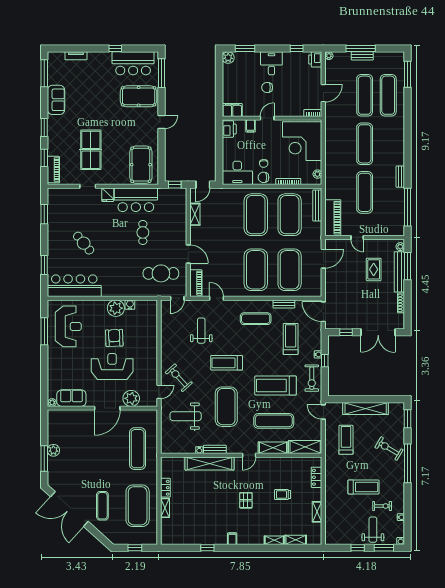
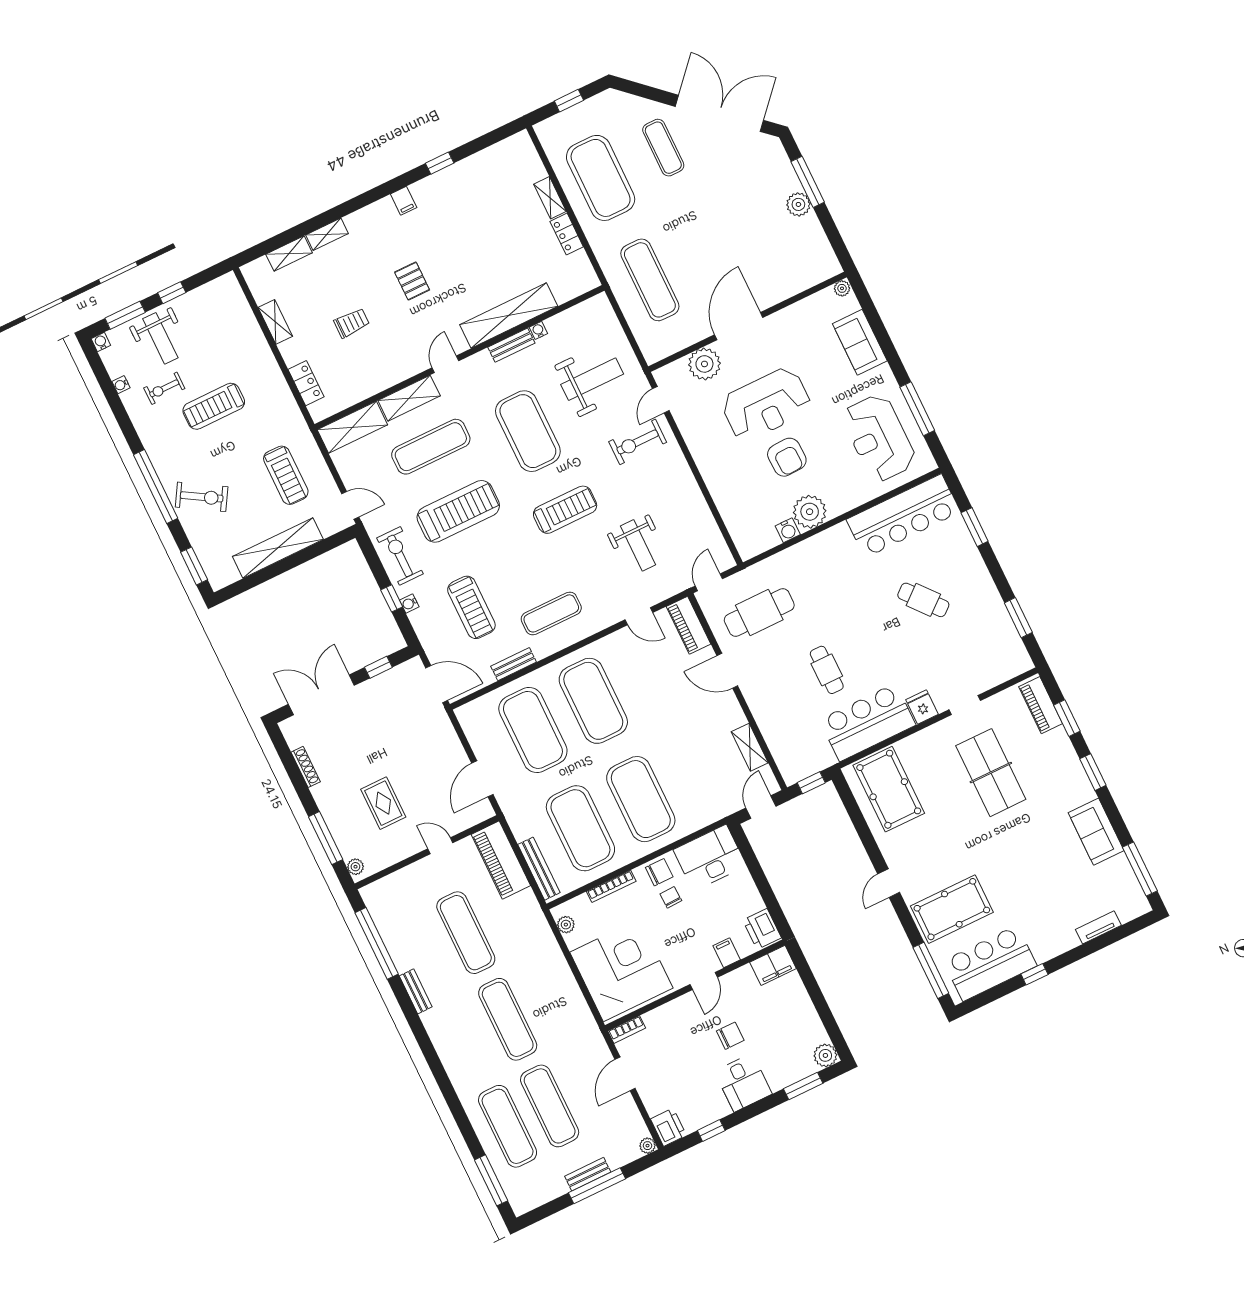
bench: (399, 272) -> (335, 821), removed
exercise bike: (179, 378) -> (638, 442), turned 132
sofa: (71, 398) -> (860, 342), moved, turned 90

